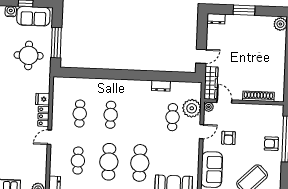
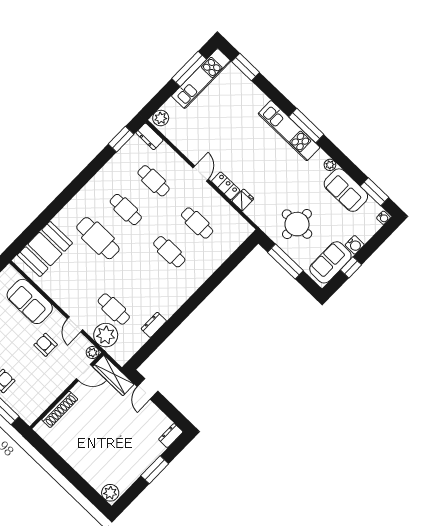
cafe table: (109, 162) -> (126, 209), width x0.73, depth x0.74

